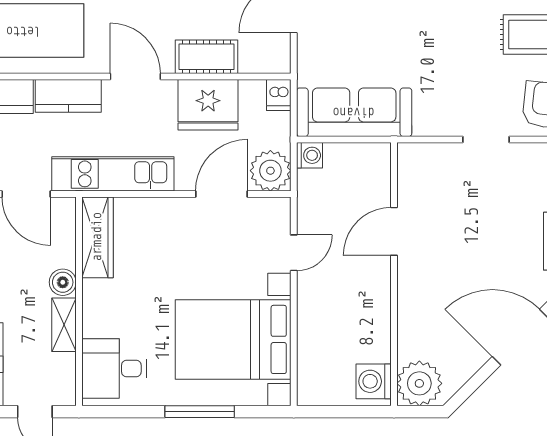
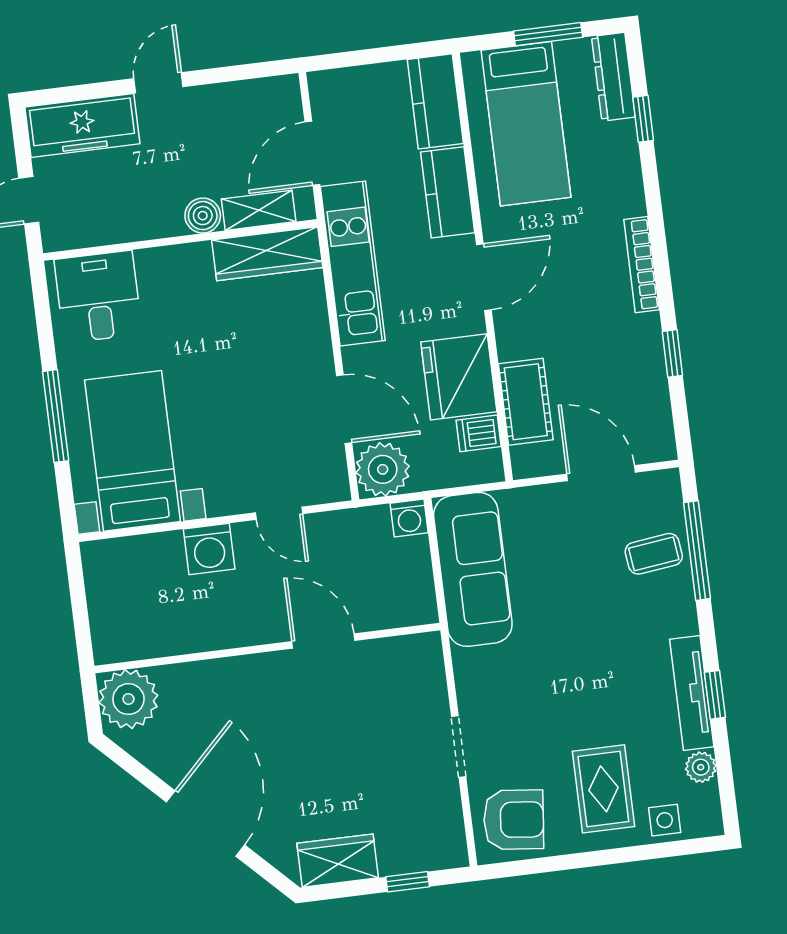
cot: (207, 57) -> (526, 402), moved
dishwasher: (279, 95) -> (479, 433), moved
shelving: (64, 325) -> (259, 210), moved
bed with nightstands: (233, 339) -> (132, 451), width x0.73
washing machine: (374, 381) -> (209, 549), moved, turned 180

